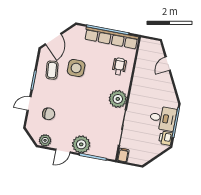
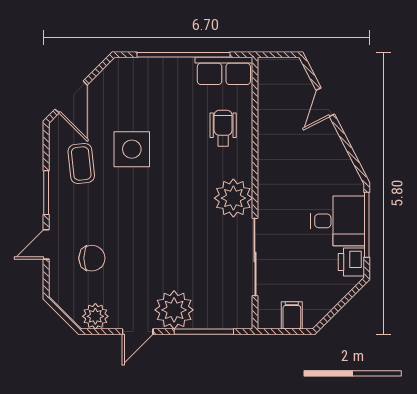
row of seats: (111, 38) -> (224, 71), width x0.50
filing cabinet: (123, 155) -> (292, 315), moved

